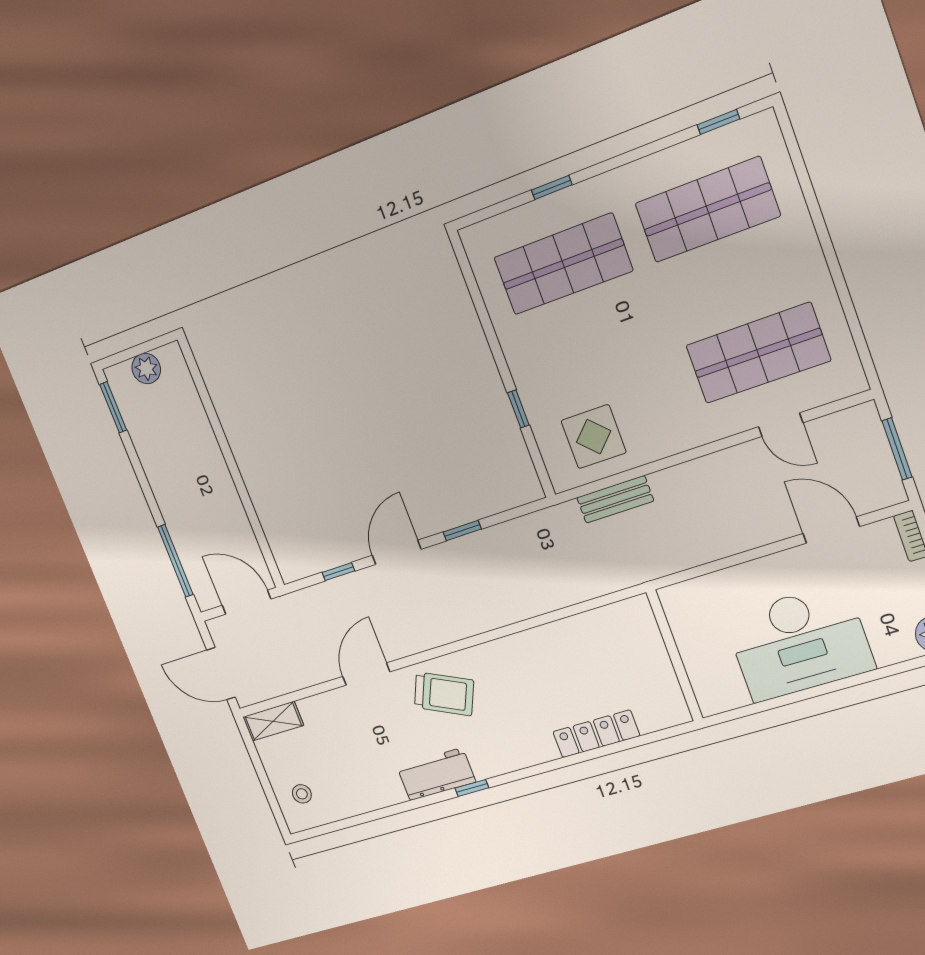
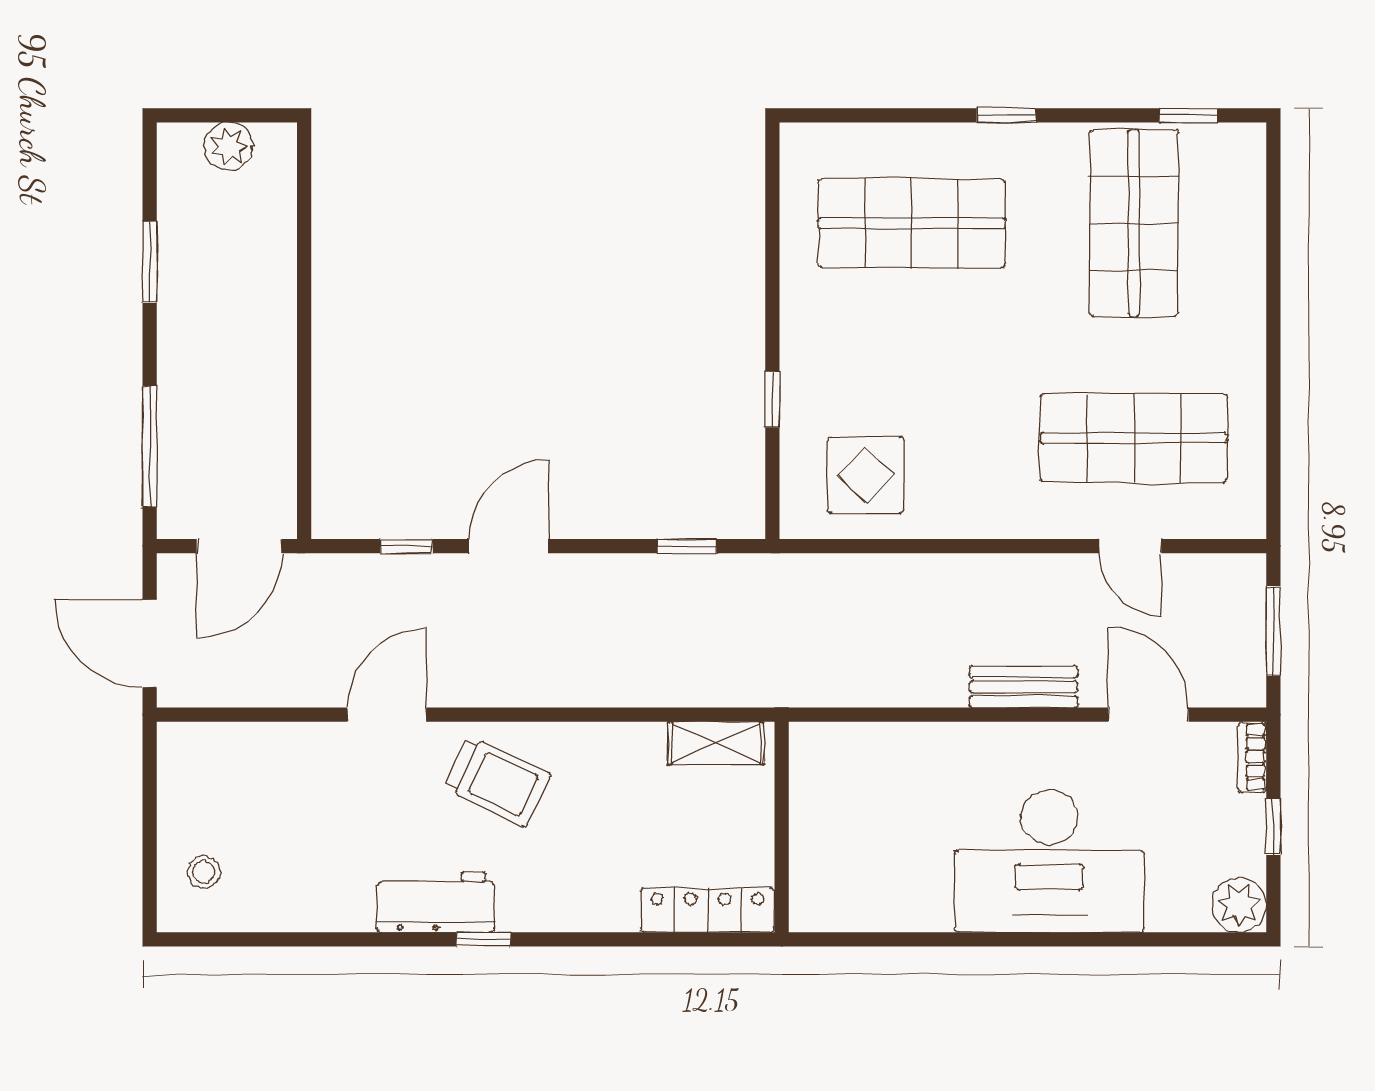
window: (552, 187) -> (1006, 115), moved
shop shelf: (707, 210) -> (1134, 223), turned 90
window: (113, 407) -> (150, 262), moved
bench: (615, 499) -> (1023, 687), moved
window: (462, 531) -> (687, 546), moved
door: (246, 602) -> (239, 546), swing flipped
wall: (674, 656) -> (782, 827), moved
shelving: (273, 721) -> (716, 743), moved

